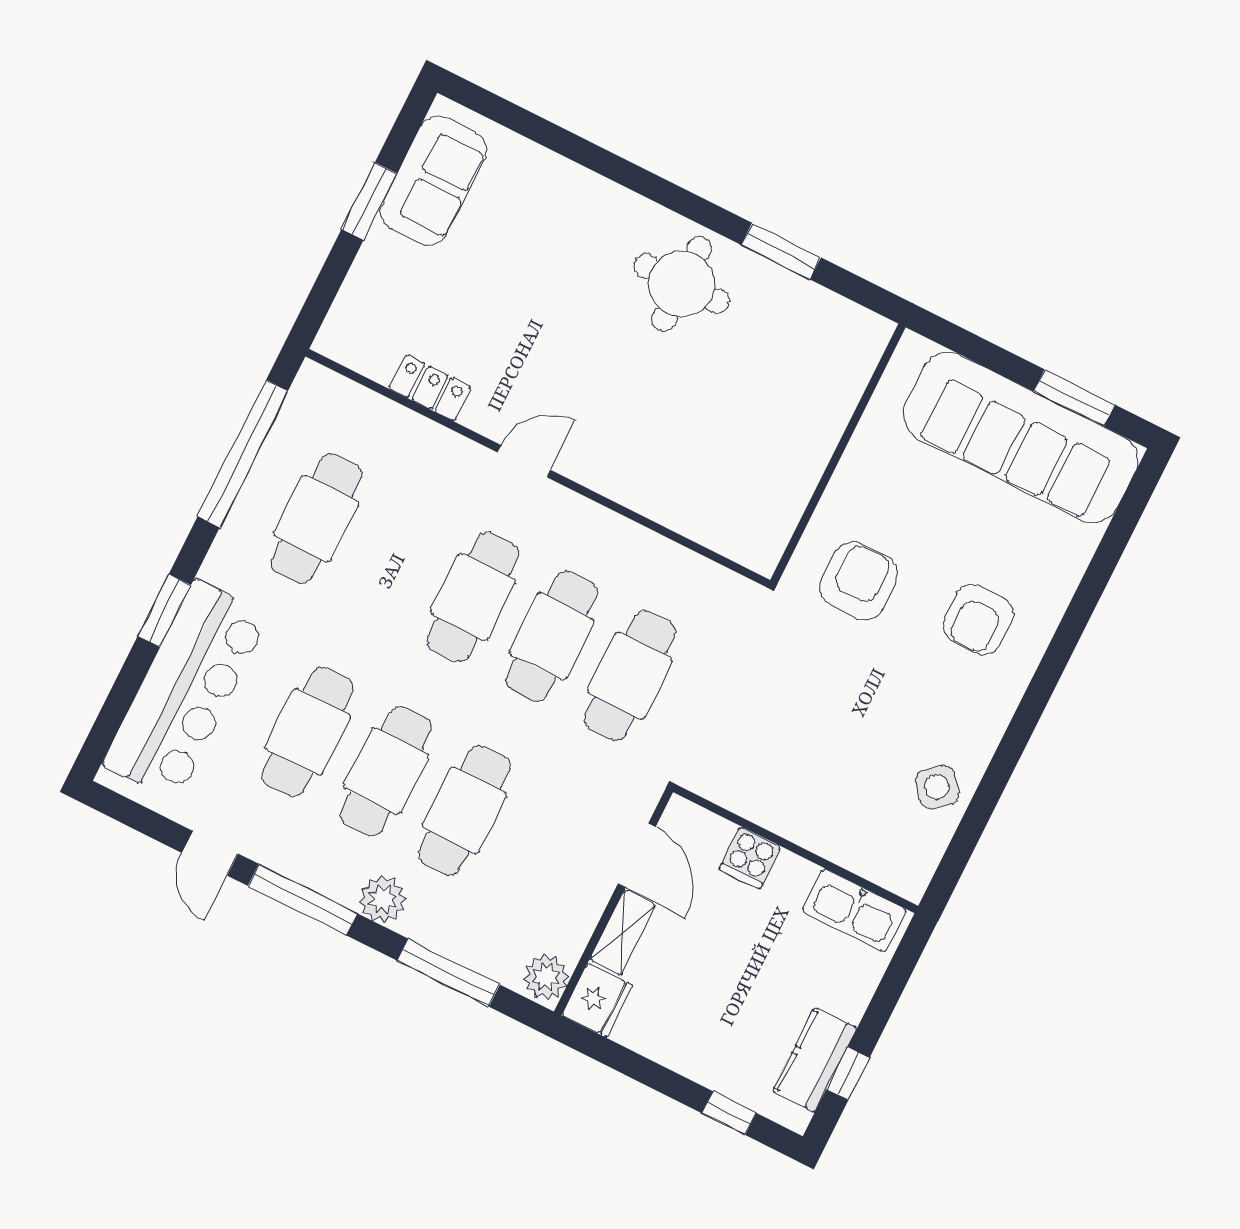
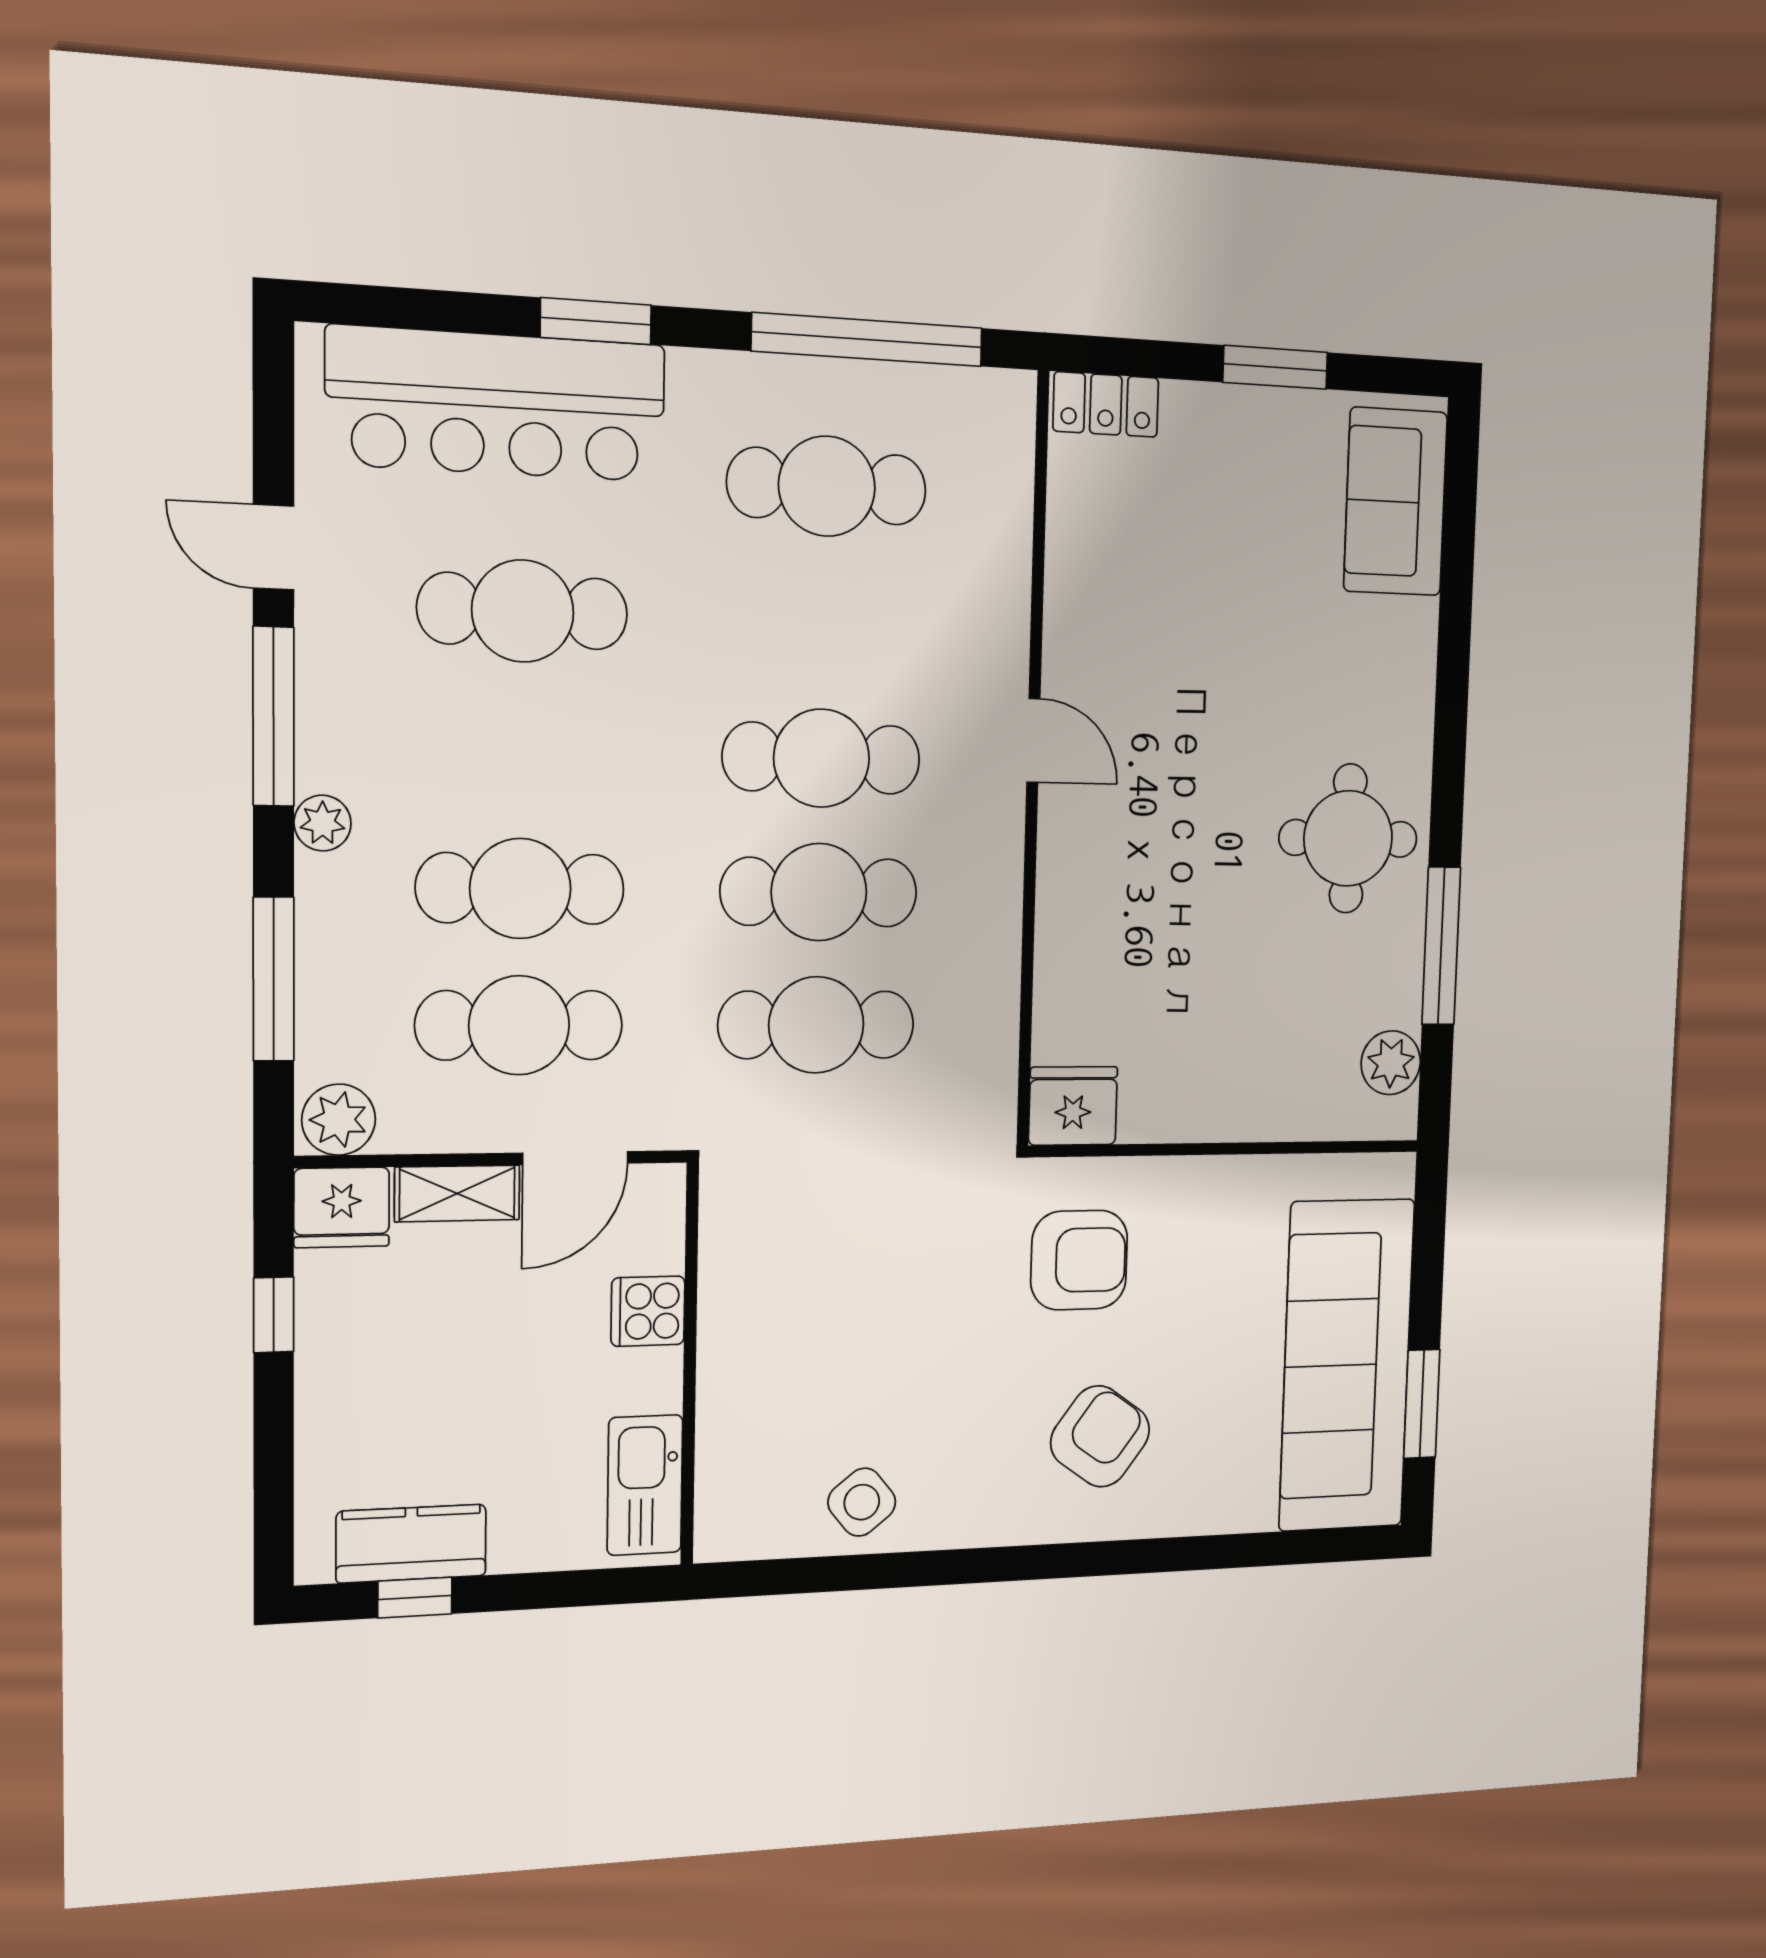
sofa: (434, 181) -> (1395, 502), moved, turned 90
window: (781, 251) -> (1441, 946), width x1.44
plant: (839, 319) -> (1391, 1063), added
locker: (430, 388) -> (1106, 404), moved, turned 90
fridge: (760, 540) -> (1073, 1106), added
armchair: (978, 620) -> (1100, 1436), turned 126
cafe table: (386, 771) -> (519, 1025), moved
door: (210, 853) -> (273, 547), hinge flipped
plant: (383, 899) -> (323, 823), width x0.73, depth x0.73
window: (729, 1113) -> (274, 1315), moved

